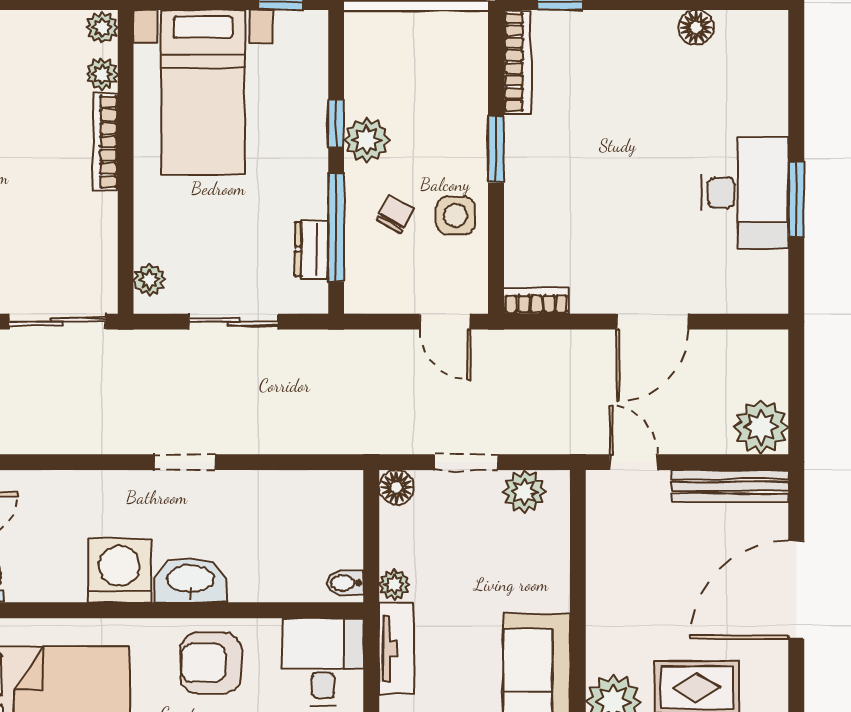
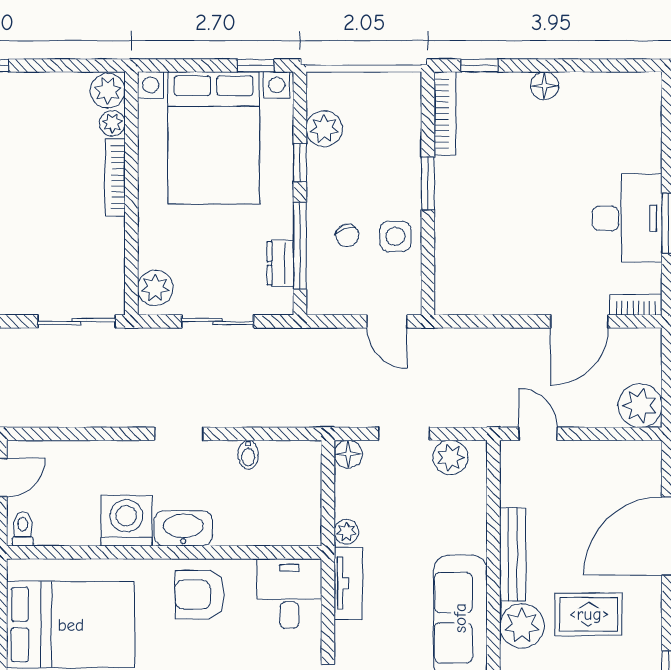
plant: (102, 27) -> (108, 91), width x1.38, depth x1.38
floor lamp: (696, 27) -> (544, 86), moved
bed with nightstands: (203, 92) -> (214, 138), width x1.36
plant: (366, 140) -> (324, 129), moved
chair: (395, 214) -> (347, 235), turned 130
plant: (149, 280) -> (155, 288), width x1.38, depth x1.38
bookcase: (536, 301) -> (636, 305), moved
door: (652, 322) -> (579, 321), moved
bench: (730, 486) -> (513, 554), moved, turned 90
bidet: (345, 583) -> (248, 455), moved, turned -90

